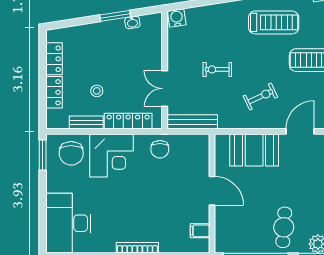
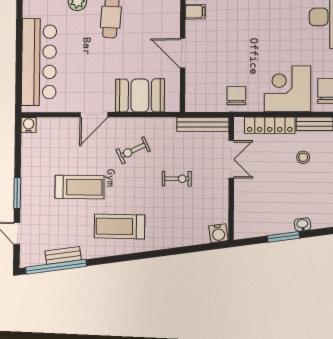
washbasin: (132, 22) -> (302, 225), moved

